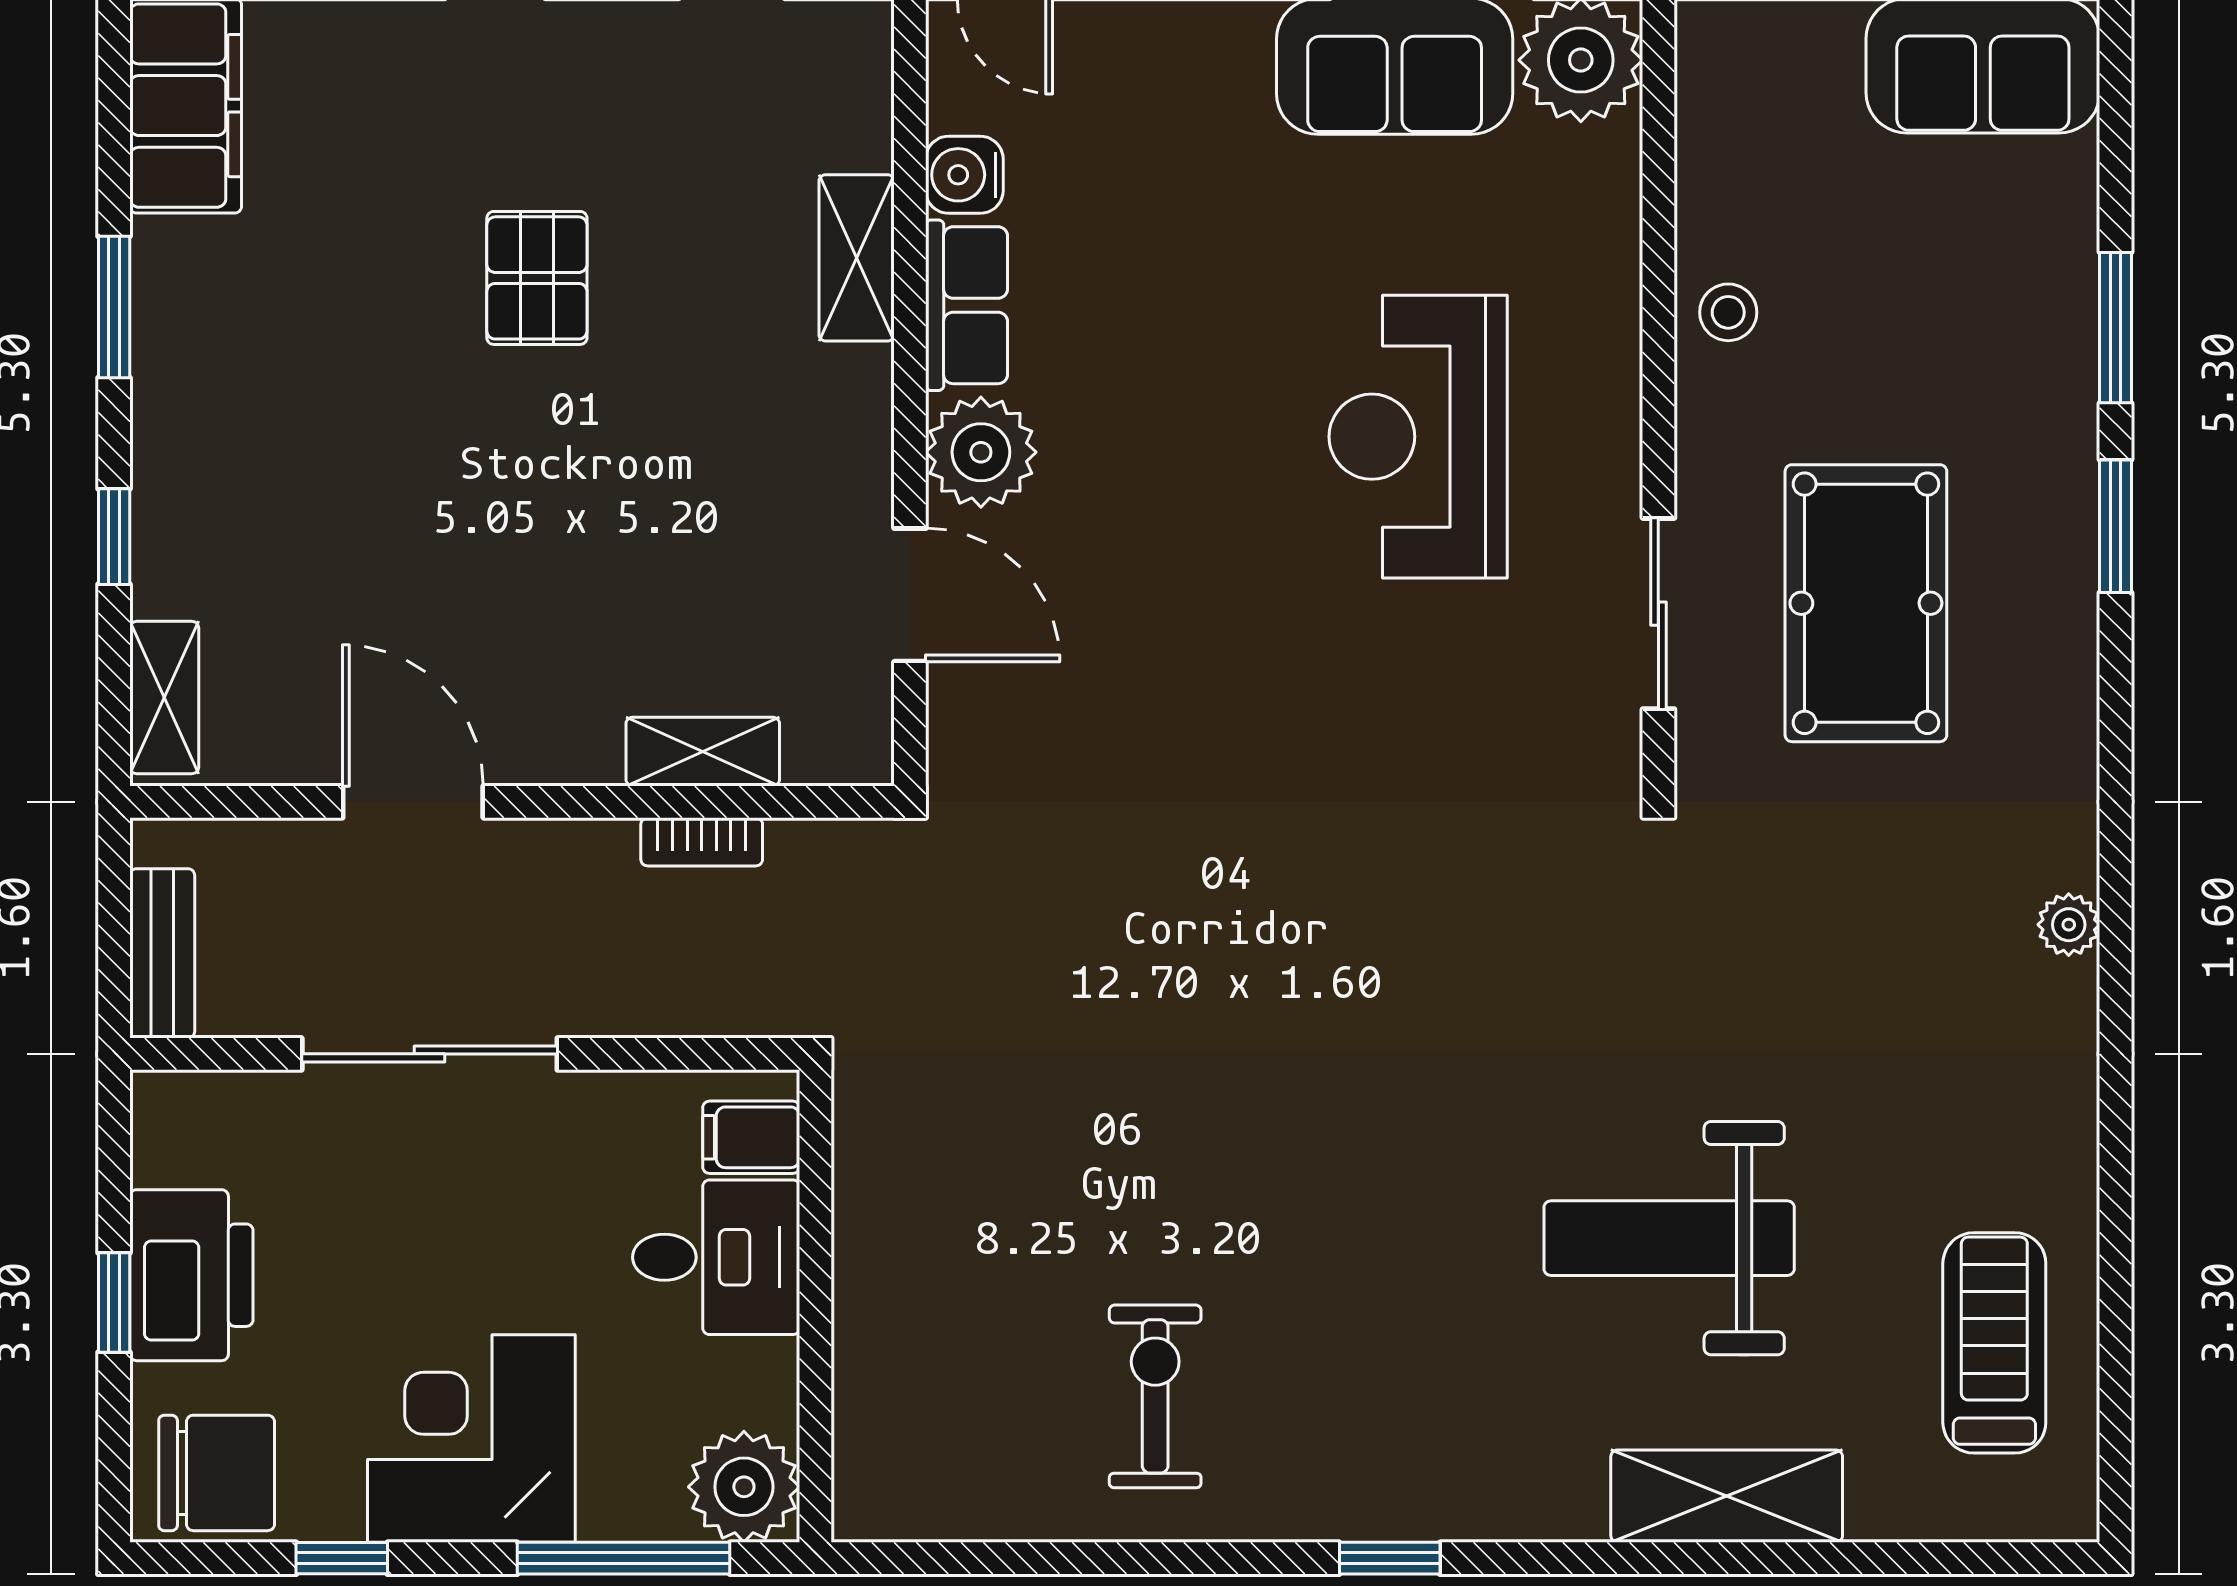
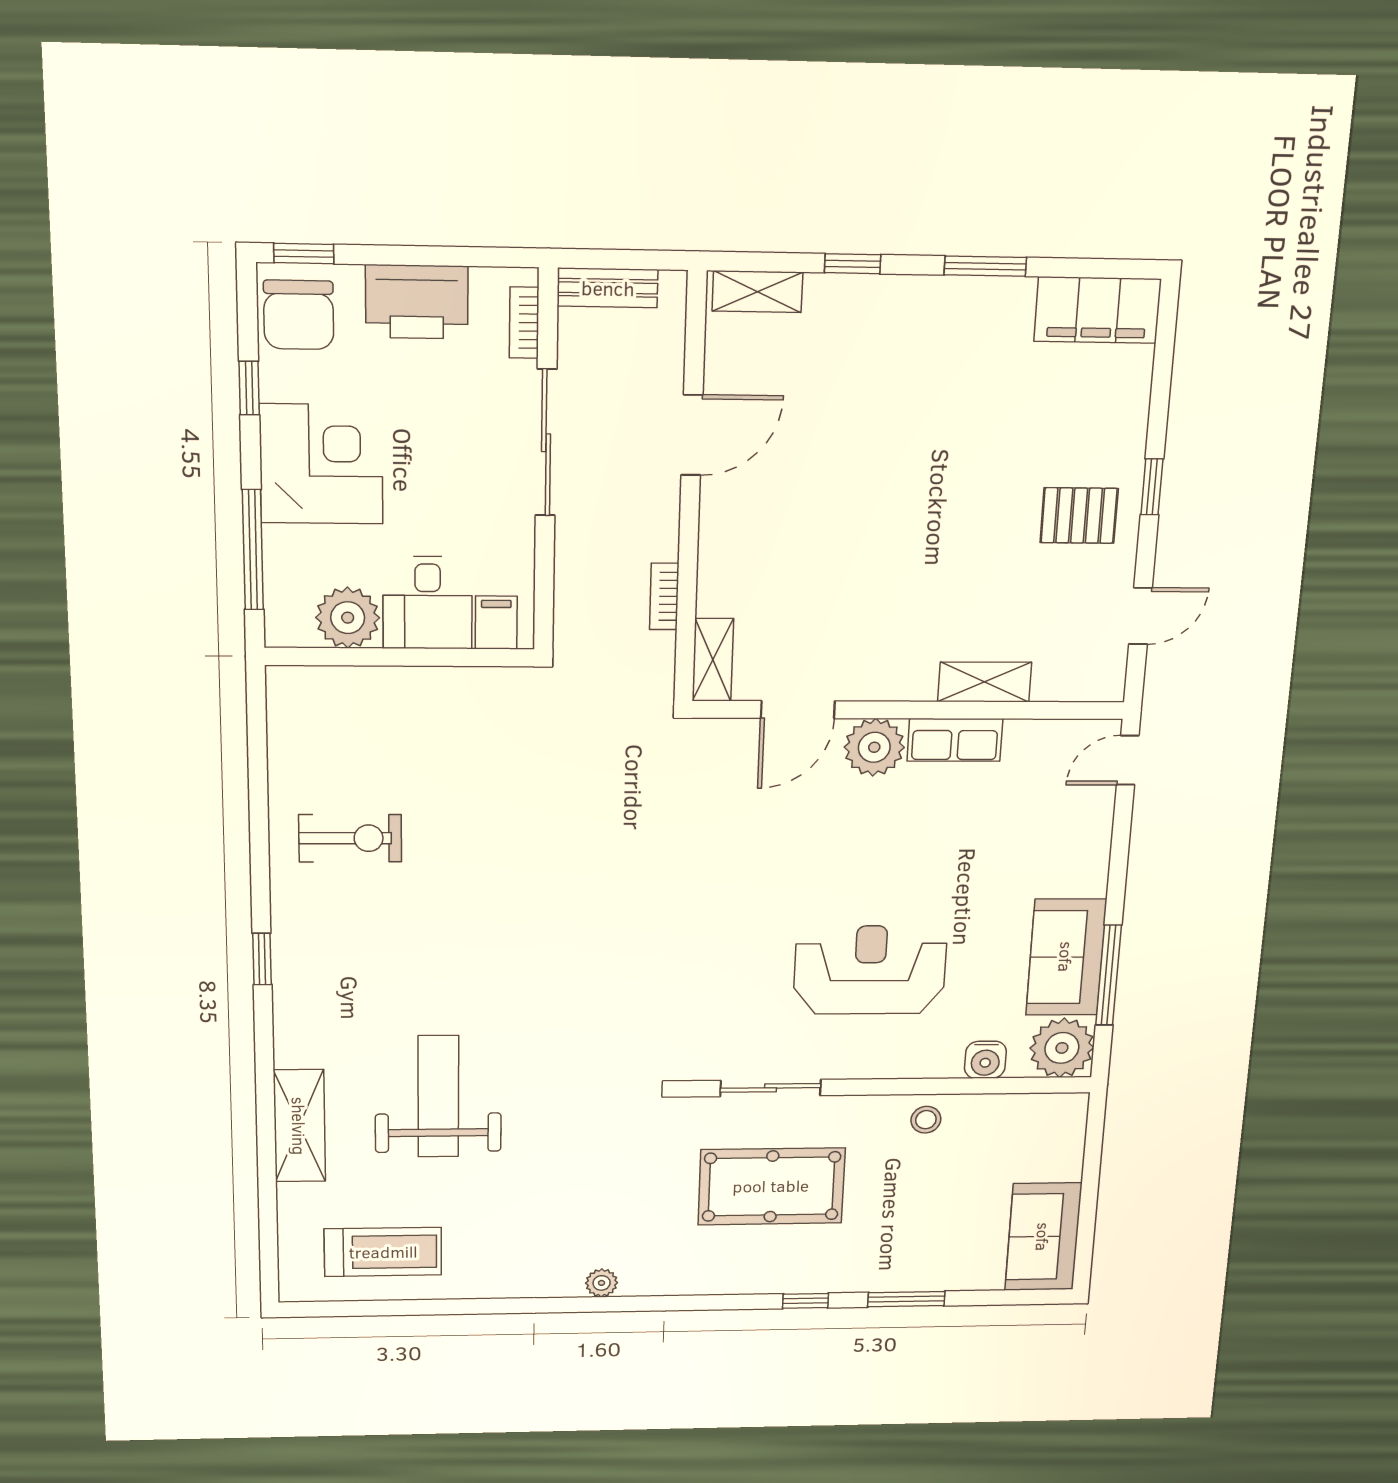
water cooler: (964, 175) -> (985, 1060), moved, turned 180
pallet: (537, 278) -> (1079, 516), moved
window: (2115, 526) -> (806, 1301), width x0.67
shelving: (703, 752) -> (713, 660), moved
bookcase: (223, 1094) -> (524, 323), added
window: (114, 1303) -> (304, 253), moved
plant: (744, 1487) -> (348, 618), moved

